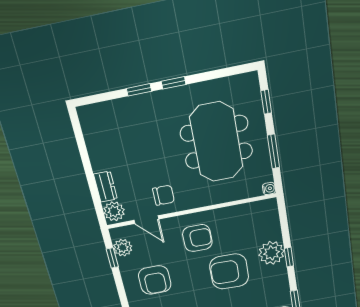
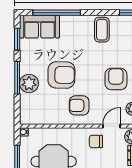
door: (146, 220) -> (112, 126), hinge flipped
window: (289, 257) -> (17, 78), width x2.17

